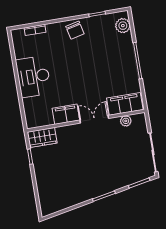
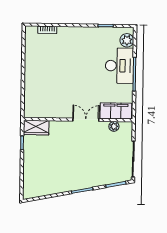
chair: (75, 30) -> (83, 37), removed
desk: (33, 77) -> (119, 66), moved, turned 180
filing cabinet: (66, 114) -> (61, 111), removed

